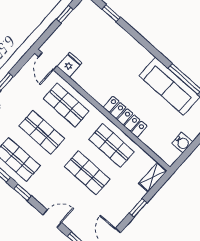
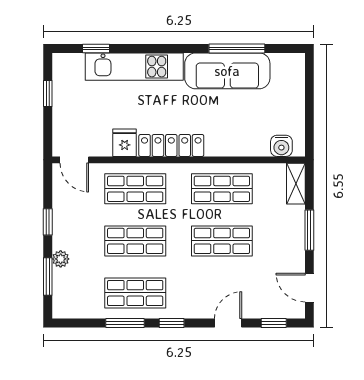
kitchen unit: (123, 40) -> (134, 67), added
fridge: (70, 65) -> (125, 143), moved
locker: (125, 117) -> (171, 145), moved
water cooler: (182, 143) -> (281, 146), moved, turned 90
window: (138, 208) -> (309, 230), width x1.50

